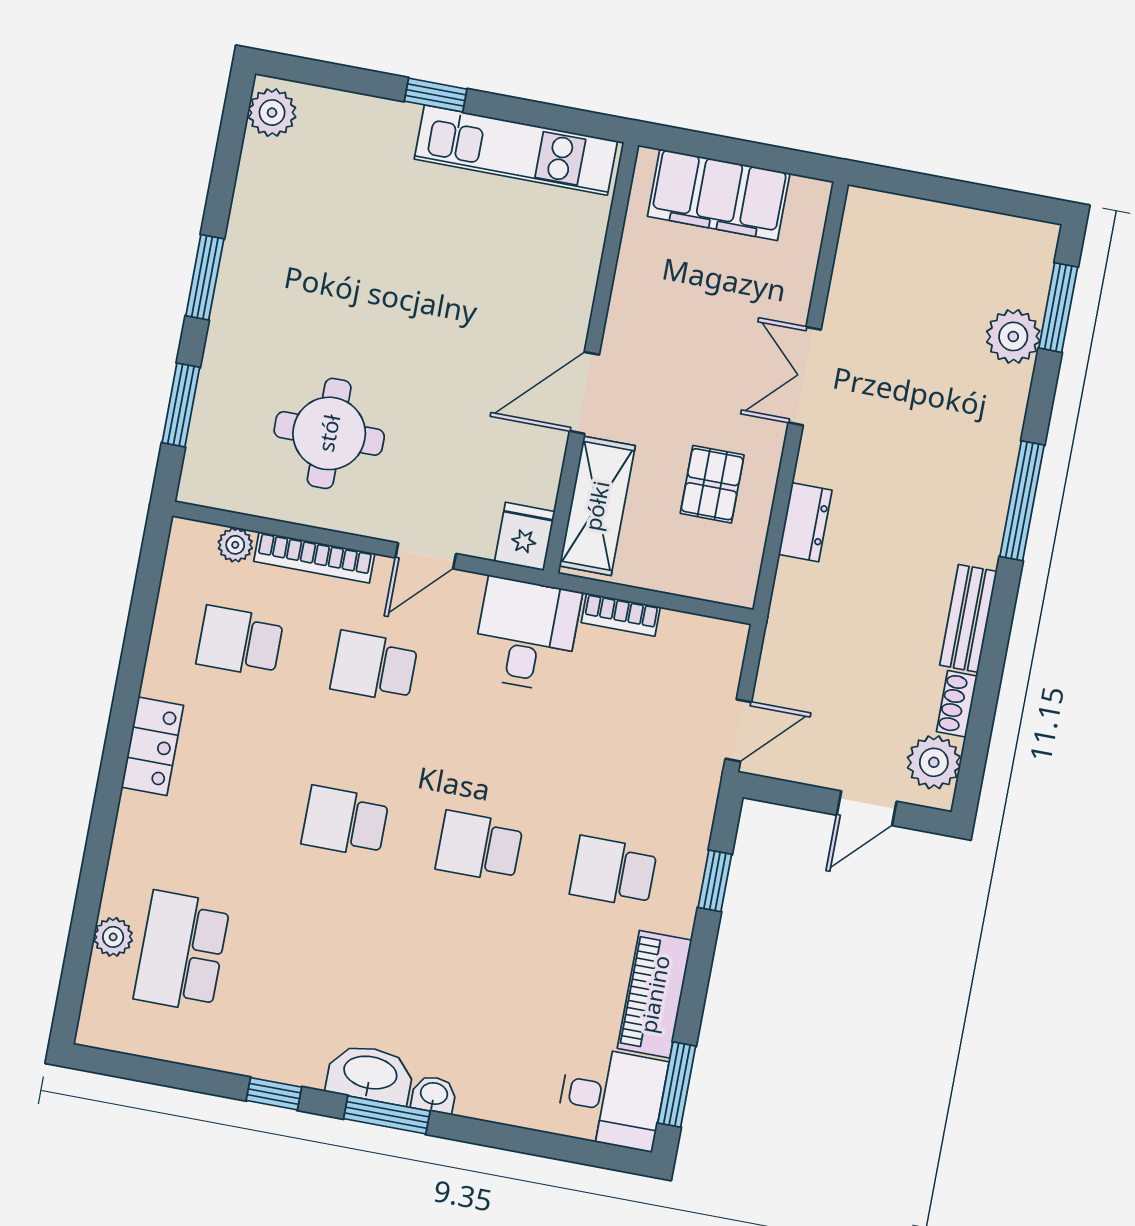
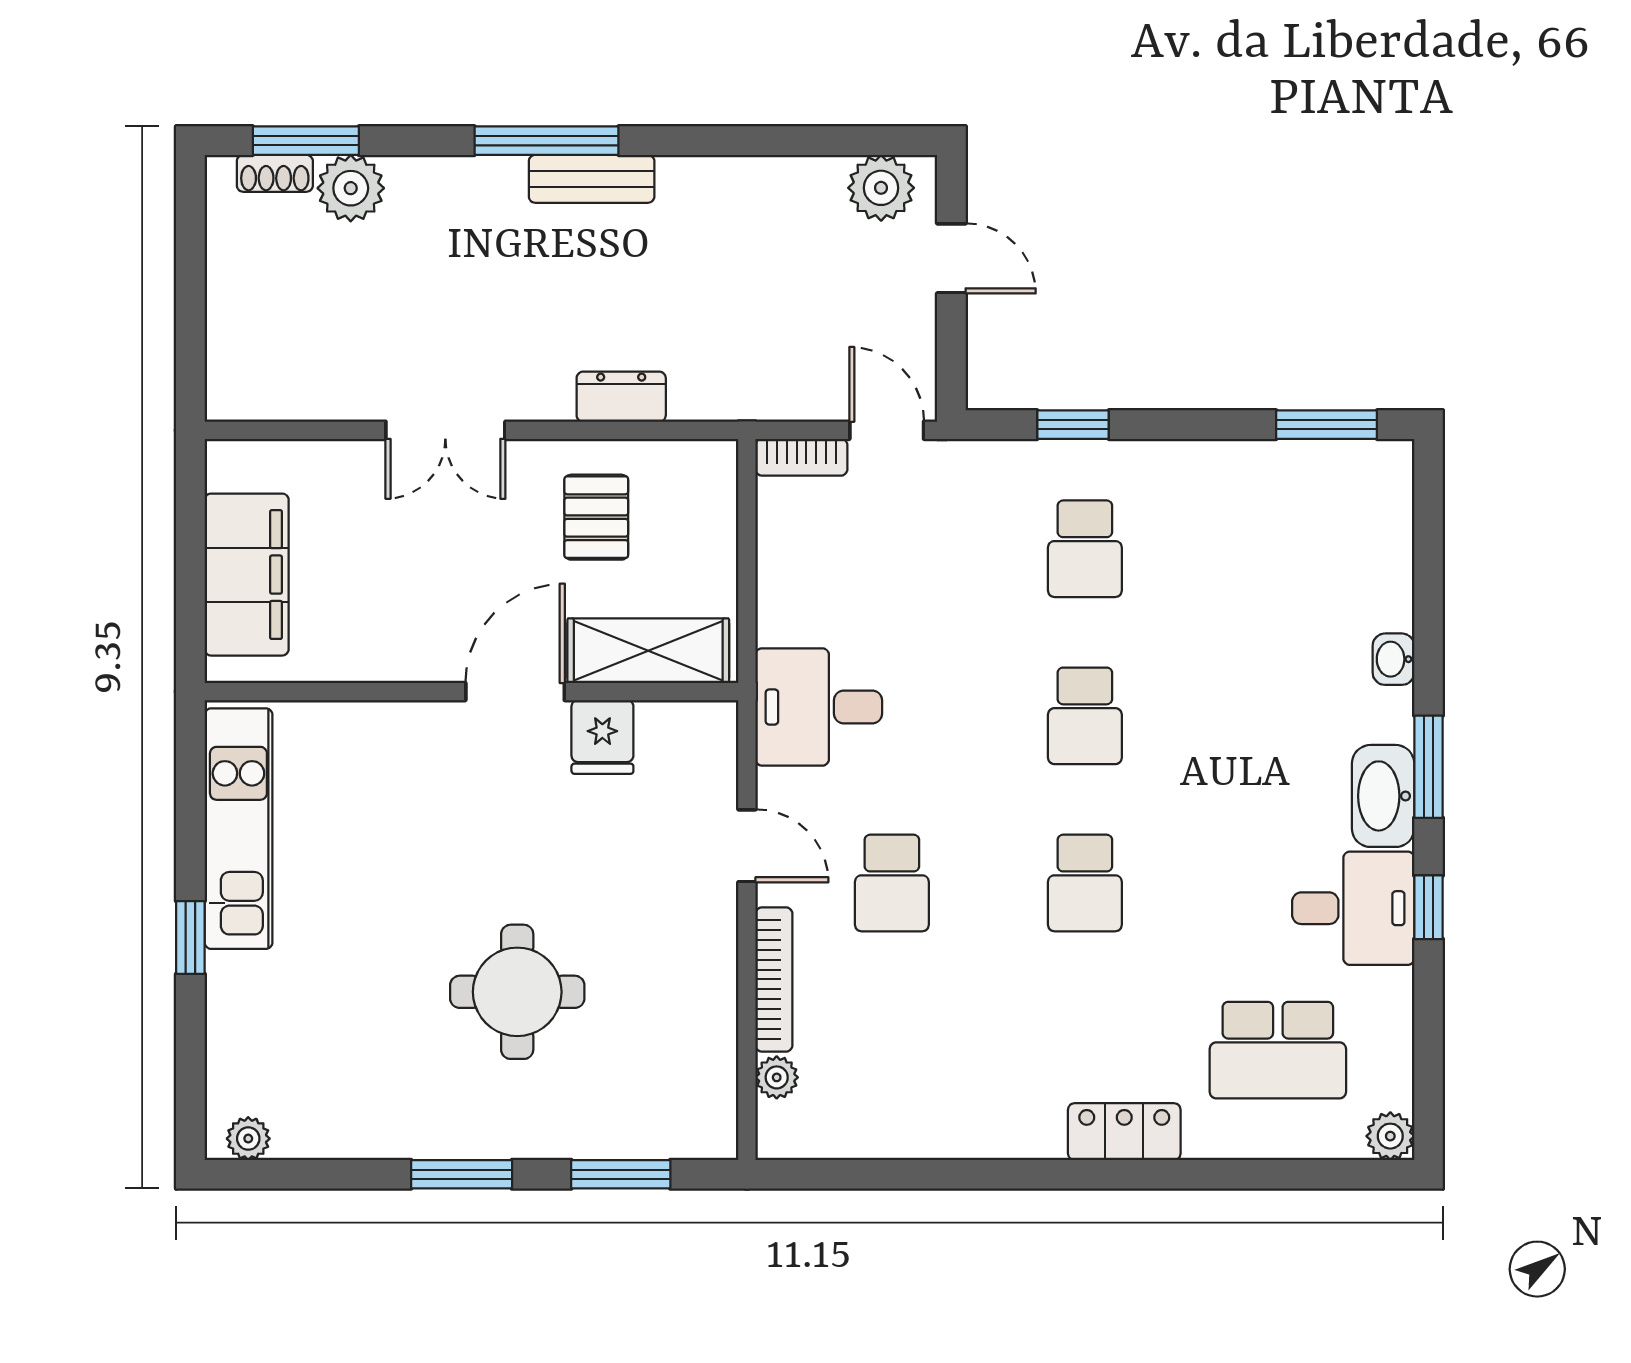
plant: (272, 113) -> (248, 1139), width x0.73, depth x0.73
door: (584, 393) -> (515, 692), swing flipped
round table: (329, 433) -> (517, 992), moved
pallet: (712, 484) -> (596, 517), turned 90
fridge: (525, 537) -> (602, 737), moved, turned -90
bookcase: (621, 615) -> (801, 457), moved, turned 90
bench: (968, 618) -> (592, 179), moved
school desk: (240, 641) -> (892, 1050), removed
shoe rack: (957, 704) -> (275, 173), moved
locker: (152, 746) -> (1124, 1132), moved
plant: (113, 937) -> (1390, 1136), moved
piano: (655, 994) -> (1223, 472), removed
washbasin: (434, 1095) -> (1393, 659), moved
desk: (612, 1098) -> (1353, 908), moved, turned 90

